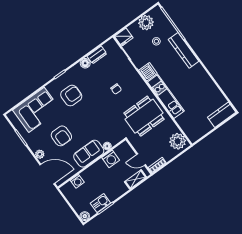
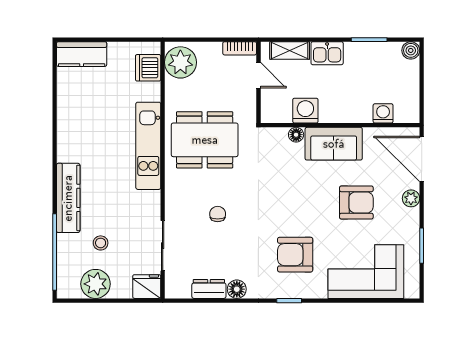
dishwasher: (148, 72) -> (148, 68), moved
armchair: (61, 136) -> (356, 202), turned 90
kitchen sink: (100, 203) -> (327, 53), moved

